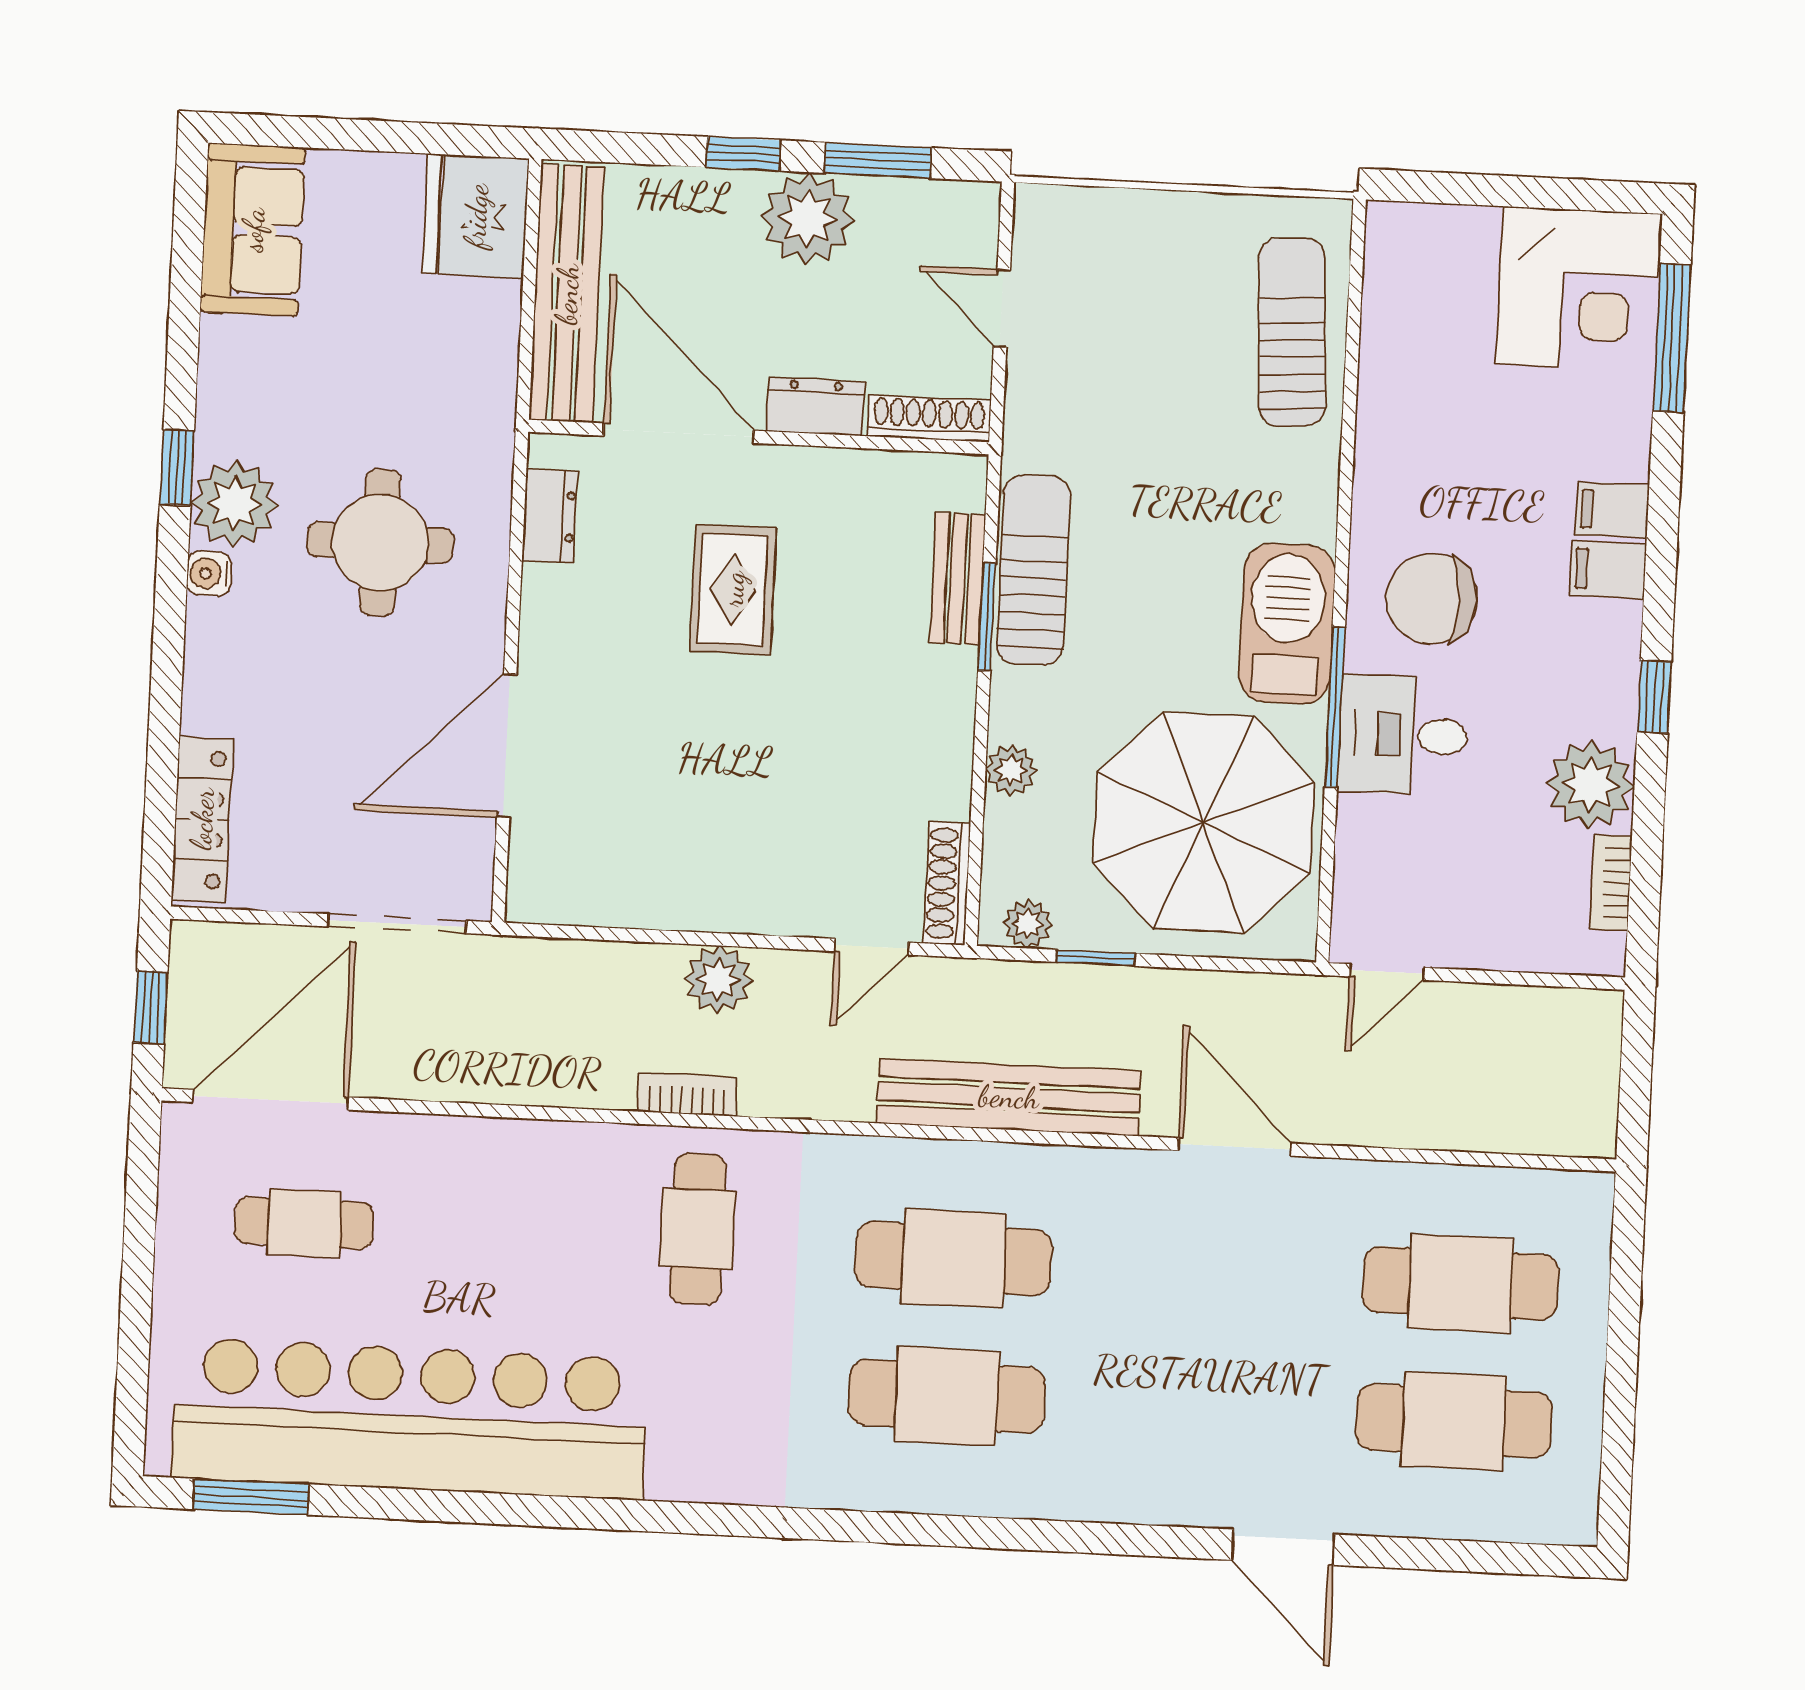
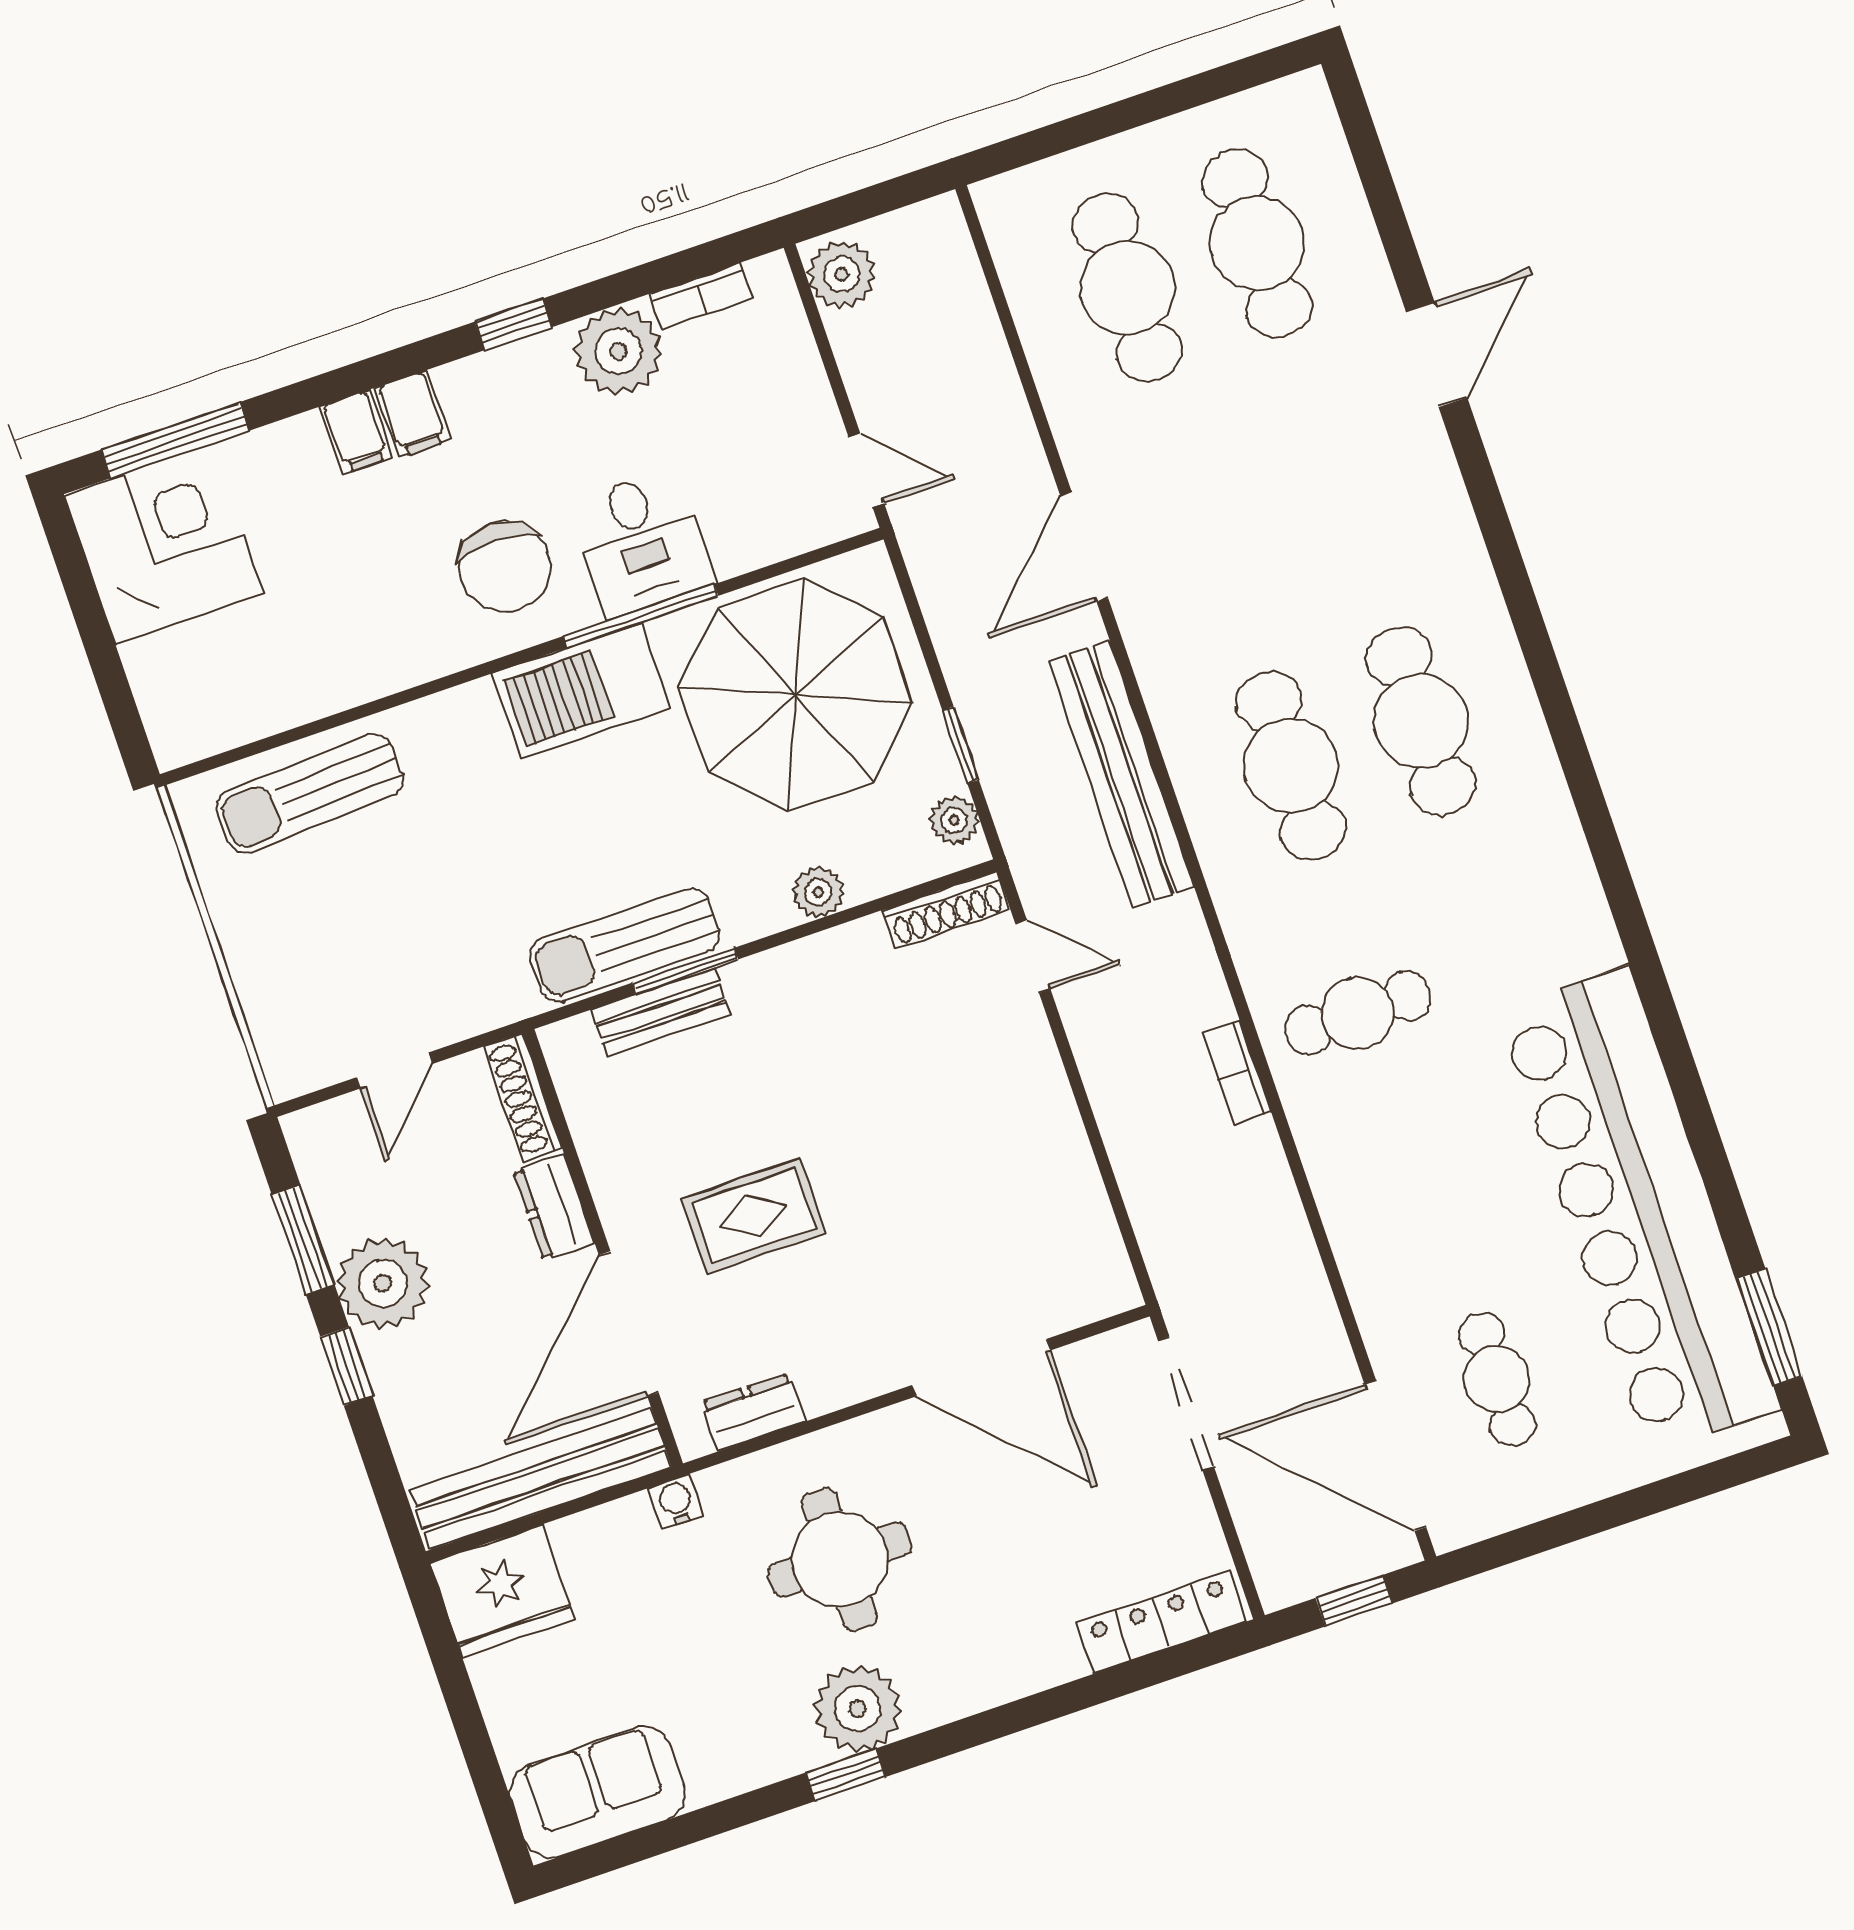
water cooler: (209, 574) -> (676, 1502), moved, turned 180
plant: (718, 980) -> (842, 274), moved

